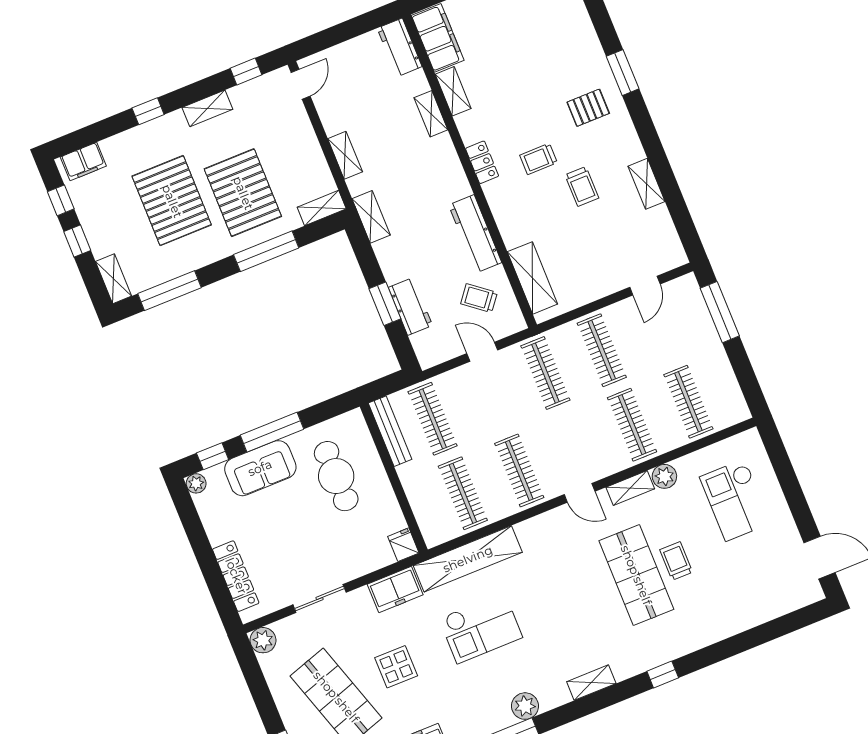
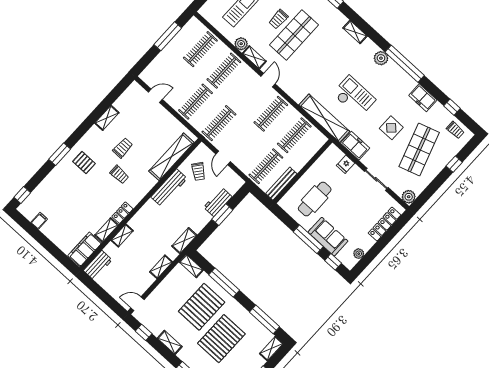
locker: (482, 162) -> (122, 213), moved
shelving: (532, 278) -> (171, 157), width x1.47
window: (720, 312) -> (168, 36), moved
plant: (196, 483) -> (359, 254), moved
fridge: (403, 545) -> (346, 164), moved

